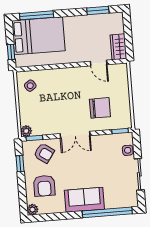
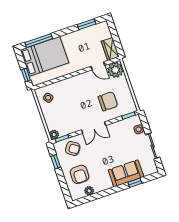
plant: (118, 73) -> (115, 70), added
sofa: (84, 200) -> (126, 173), moved
plant: (32, 210) -> (89, 191), moved
window: (107, 212) -> (135, 183), width x0.32

